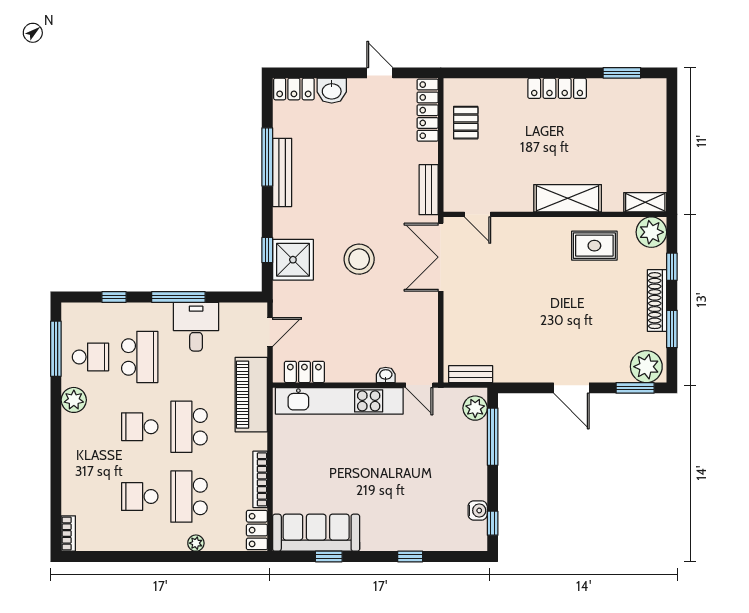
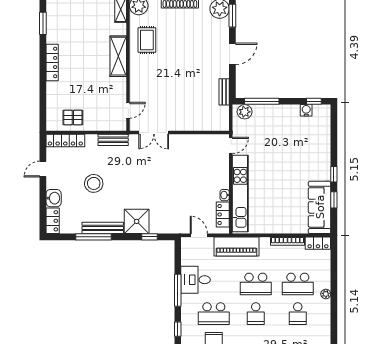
double door: (441, 257) -> (154, 132), width x0.73
stool: (359, 259) -> (94, 183), moved
shower: (293, 260) -> (137, 221), moved
school desk: (140, 357) -> (214, 314), turned 180
bench: (471, 374) -> (224, 92), moved
washbasin: (386, 375) -> (225, 195), moved
plant: (196, 543) -> (326, 294), moved
window: (410, 557) -> (334, 174), moved

